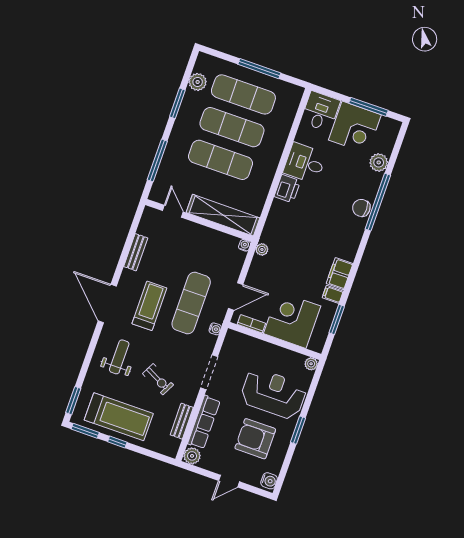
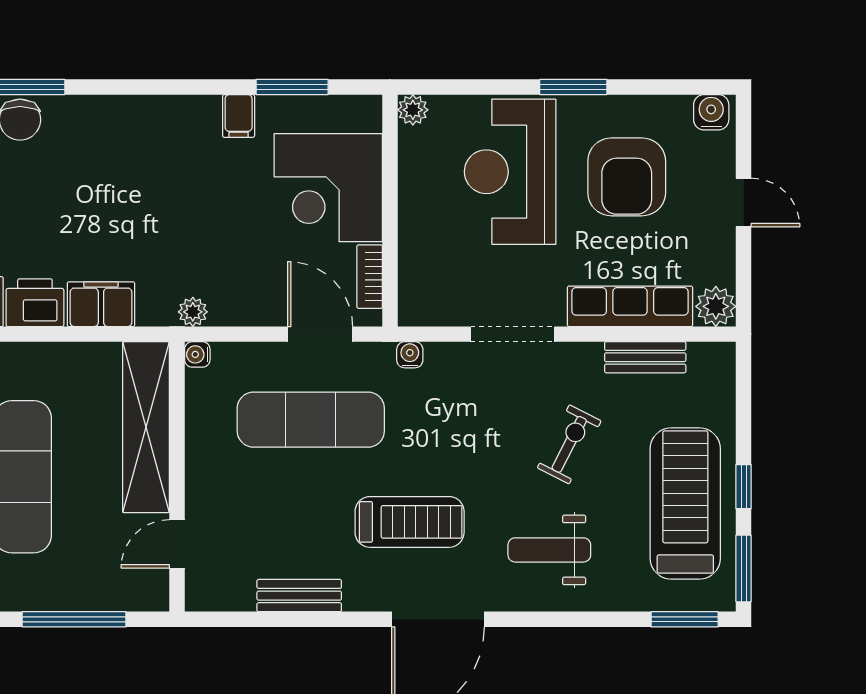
filing cabinet: (340, 274) -> (101, 304), moved, turned 180
exercise mat: (191, 303) -> (311, 420), moved
treadmill: (149, 306) -> (410, 522), turned 180

